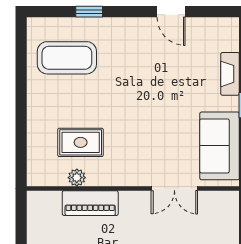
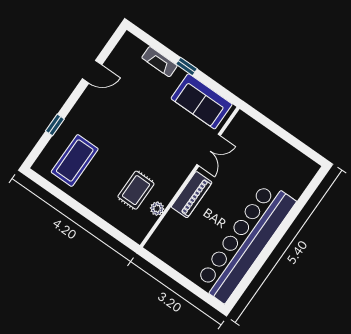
piano: (90, 203) -> (192, 195), moved

